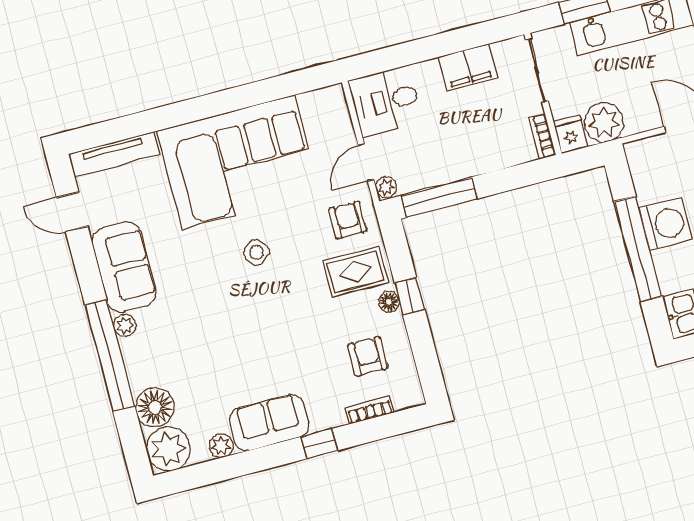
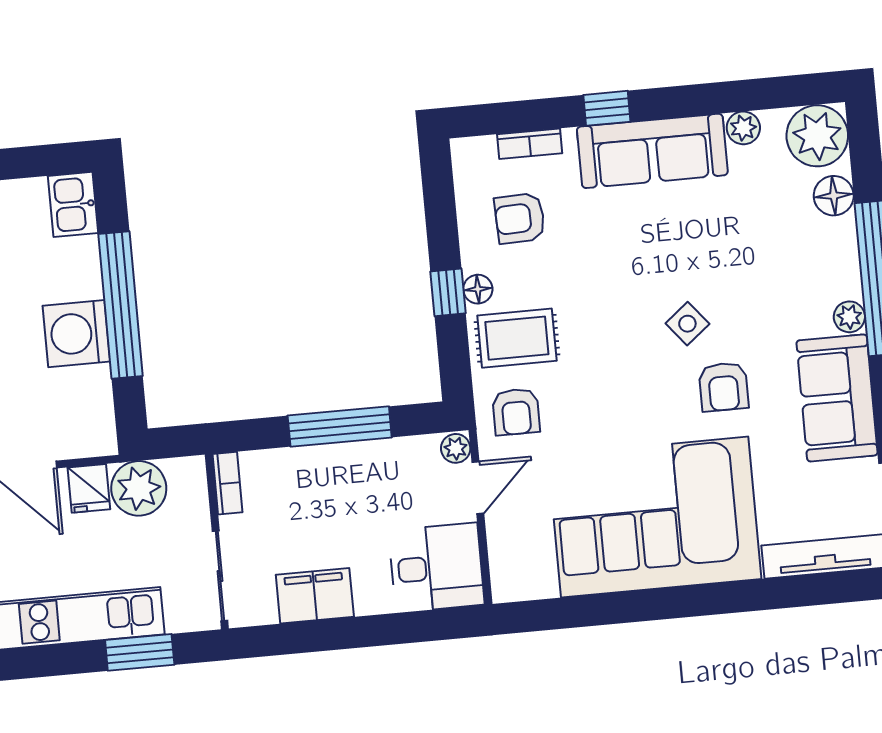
fridge: (571, 134) -> (89, 488), moved
window: (439, 197) -> (340, 426), moved
side table: (257, 252) -> (687, 324), moved
armchair: (205, 262) -> (723, 387), added
armchair: (368, 356) -> (520, 218), turned 88
floor lamp: (155, 407) -> (834, 196), width x0.73, depth x0.73
sofa: (269, 423) -> (652, 151), width x1.36

